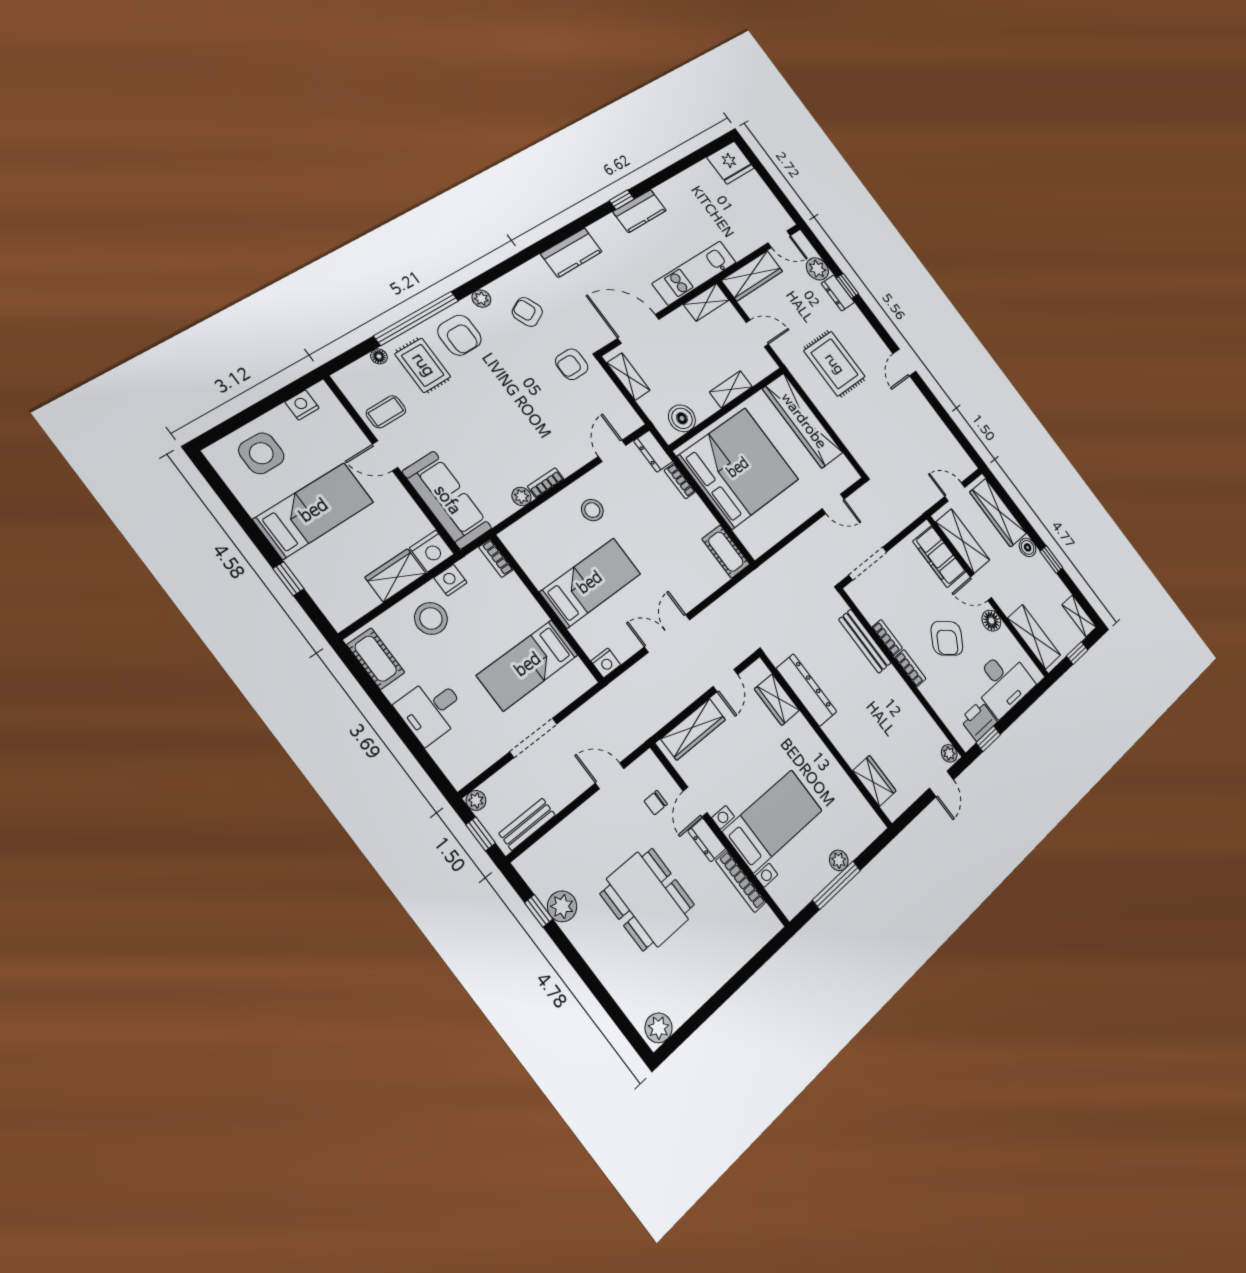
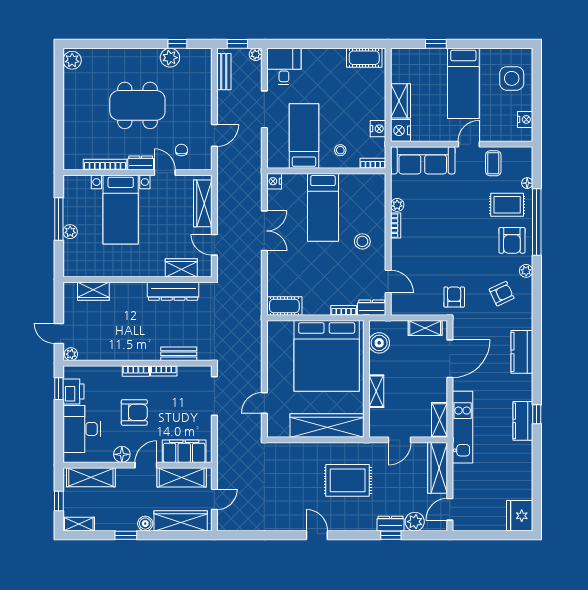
armchair: (459, 335) -> (512, 240), turned -90
stool: (431, 618) -> (340, 150), moved, width x0.53, depth x0.53
armchair: (947, 638) -> (134, 412), turned 144
bench: (865, 641) -> (179, 354), width x0.73
desk: (431, 710) -> (284, 66), moved

